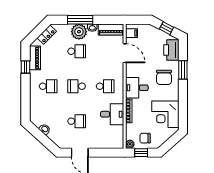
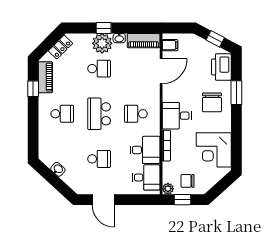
window: (80, 20) -> (104, 28), width x0.46
door: (125, 53) -> (161, 71), hinge flipped
school desk: (77, 86) -> (99, 114), width x1.85
school desk: (105, 86) -> (136, 114), turned 180
desk: (113, 136) -> (146, 177), added

